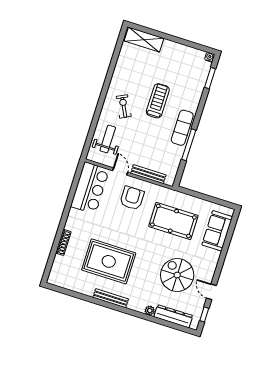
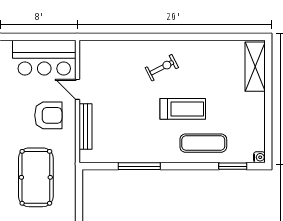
exercise mat: (182, 128) -> (203, 143), moved
weight bench: (108, 139) -> (114, 61), removed
door: (120, 171) -> (77, 89), swing flipped

